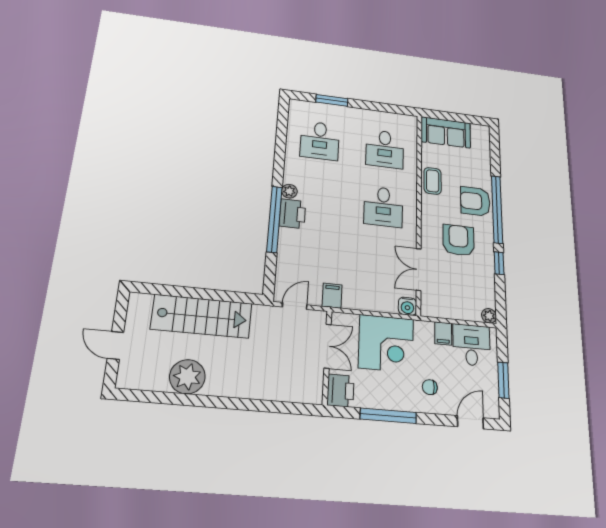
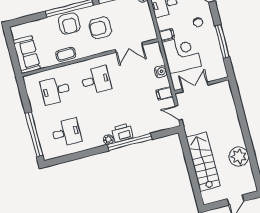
window: (332, 100) -> (34, 134), width x2.11
desk: (385, 149) -> (55, 91), turned 180
water cooler: (407, 306) -> (161, 71), moved
filing cabinet: (443, 333) -> (167, 35), moved
printer: (340, 391) -> (218, 72), removed

